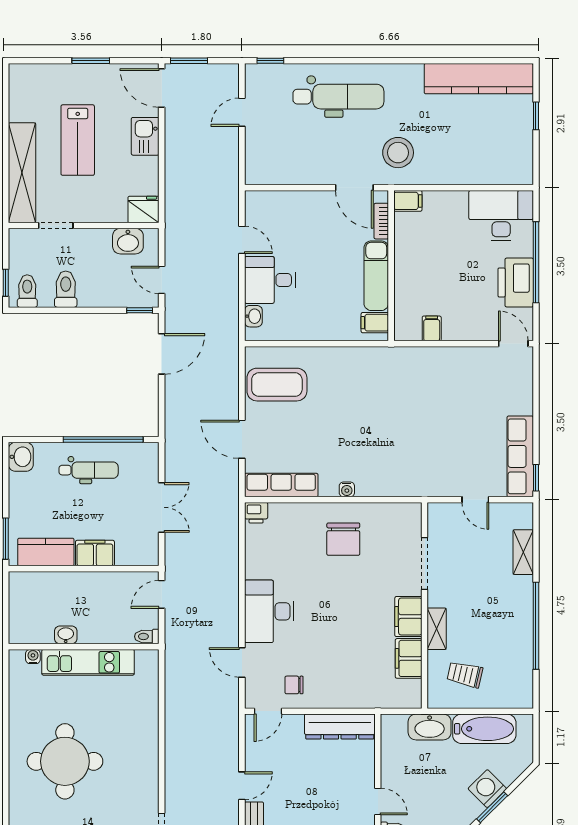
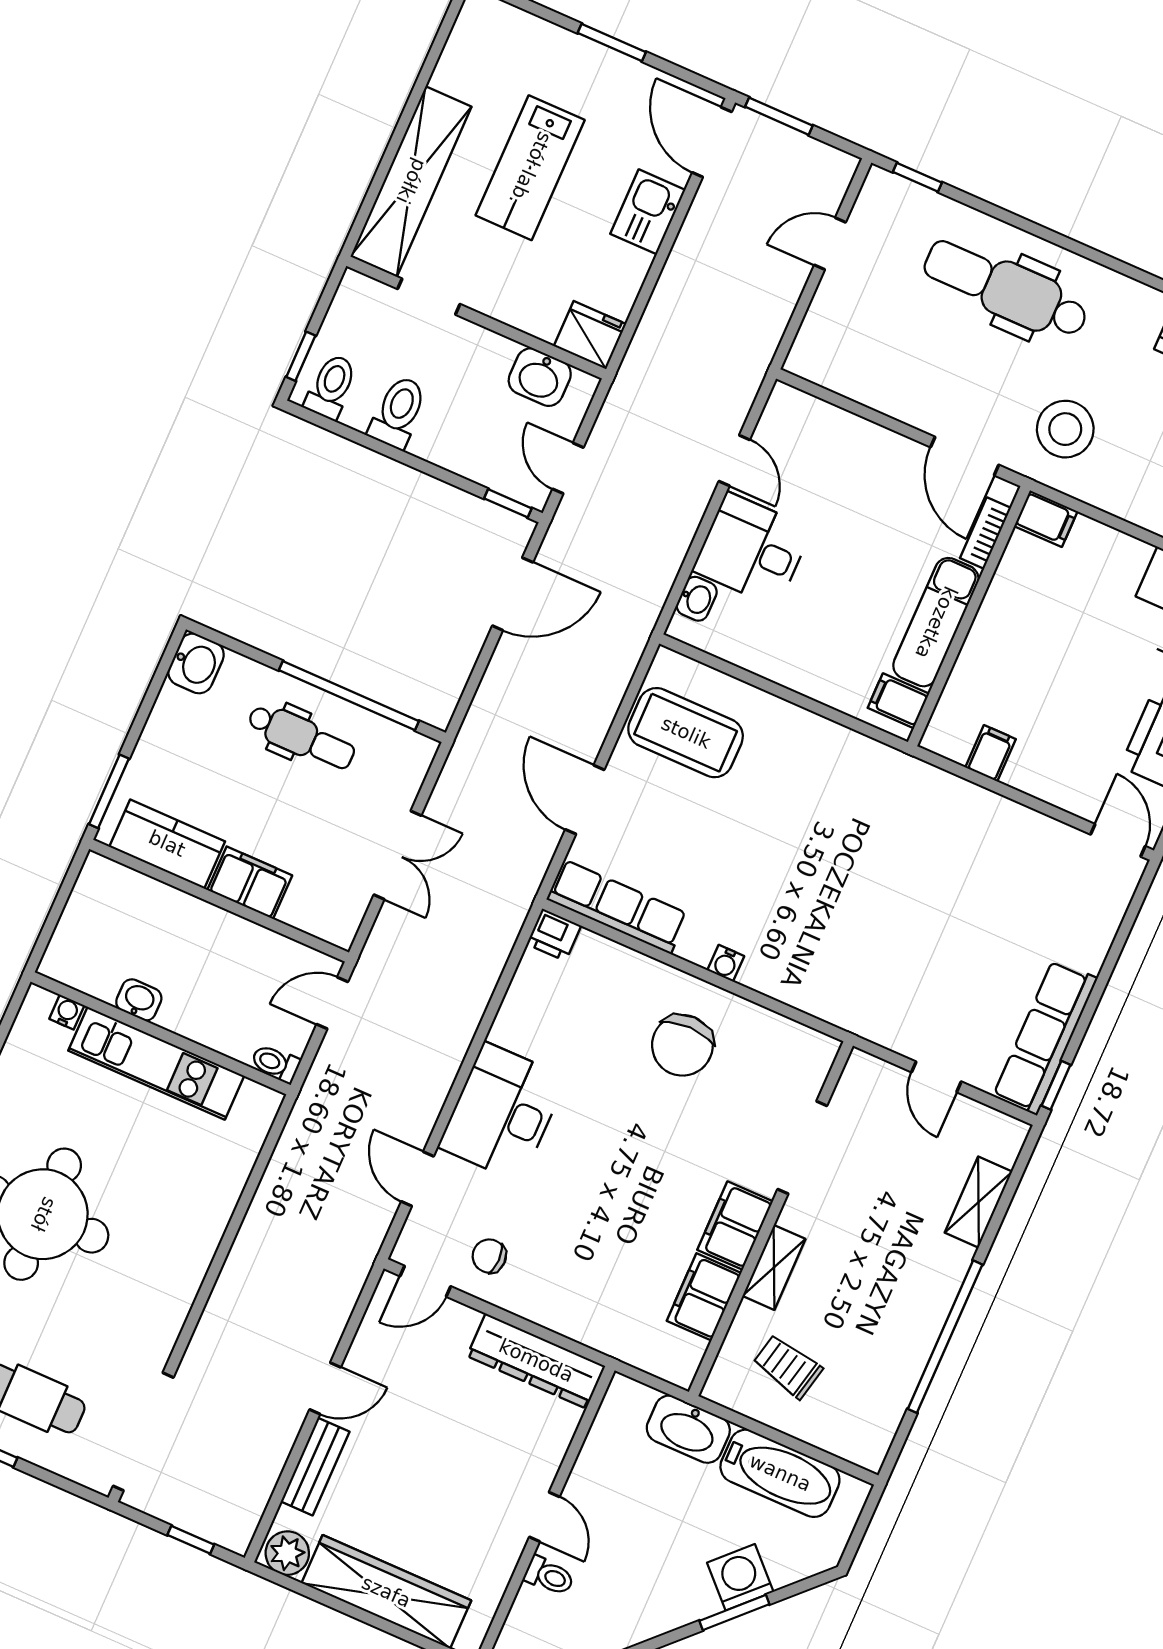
dental chair: (338, 97) -> (1006, 289), turned 180

